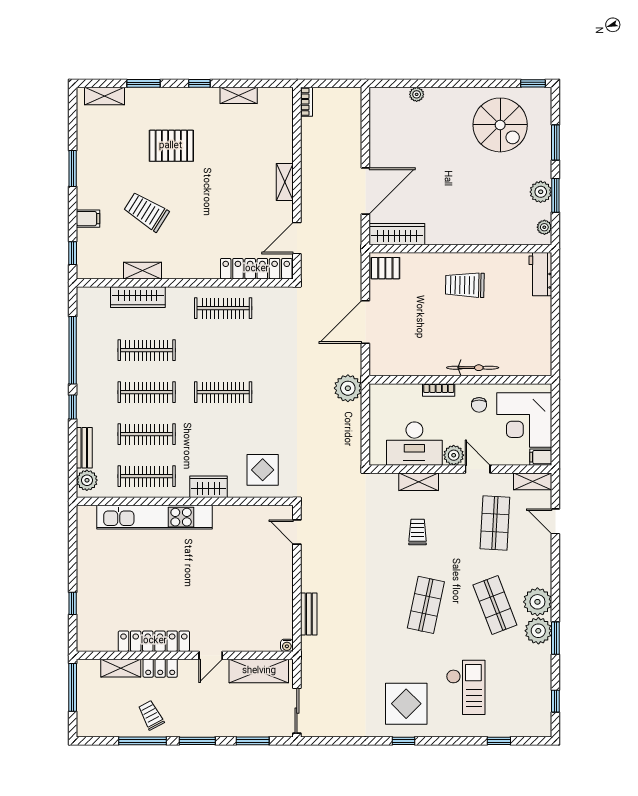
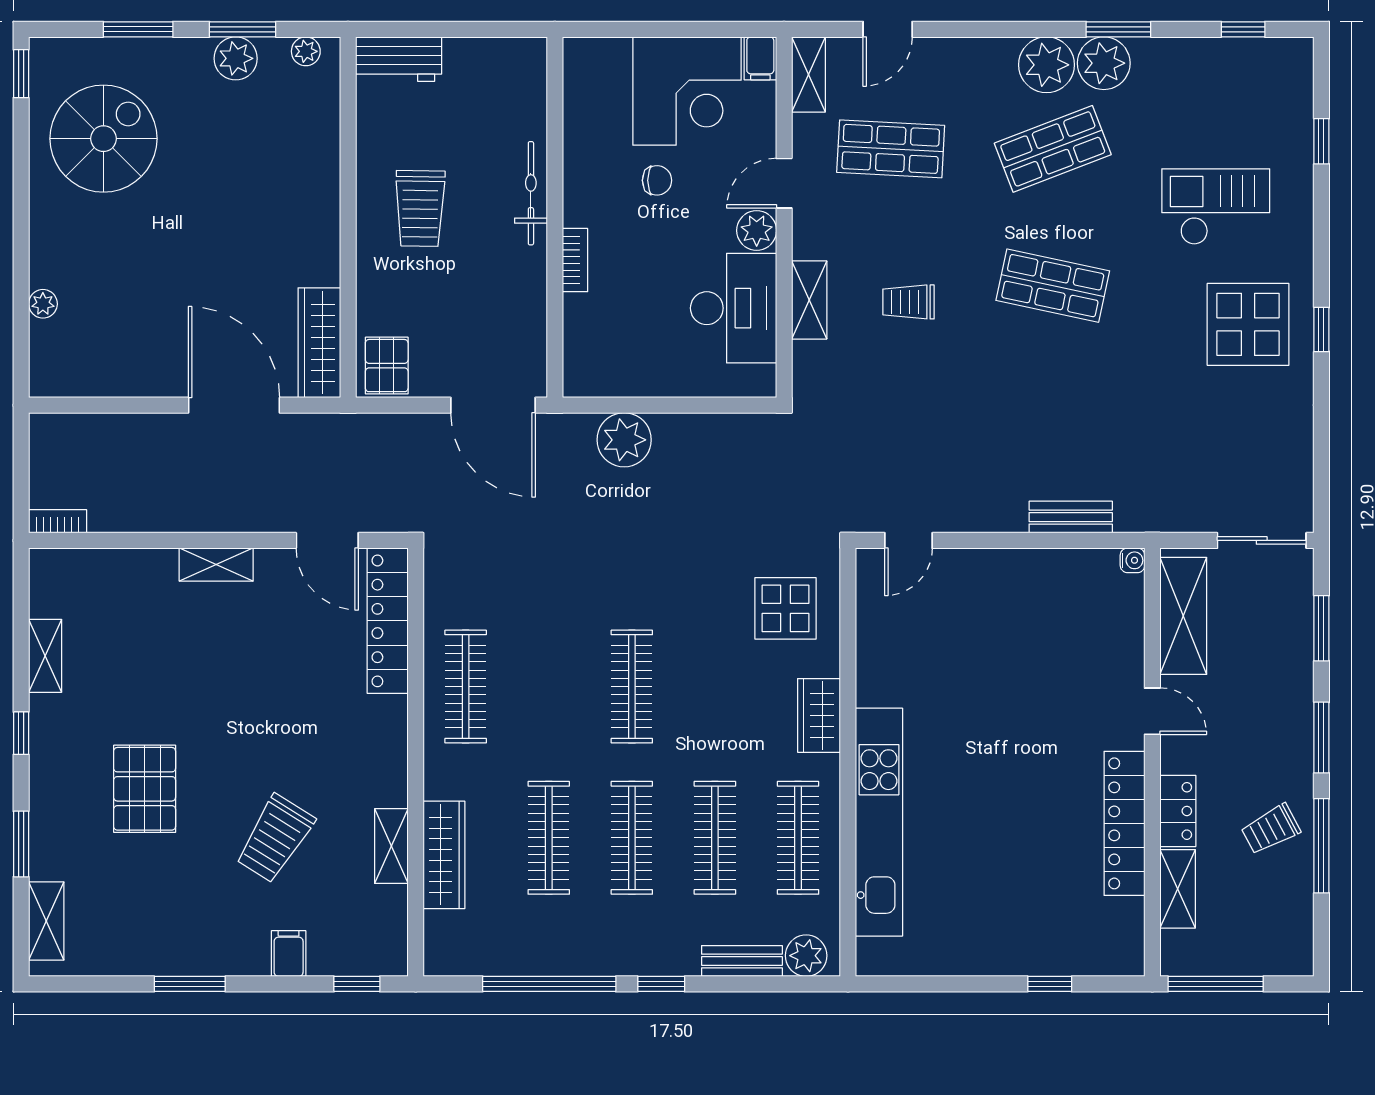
bicycle: (473, 368) -> (531, 193), moved
wall: (460, 380) -> (555, 217), moved
bookcase: (439, 390) -> (575, 260), moved

